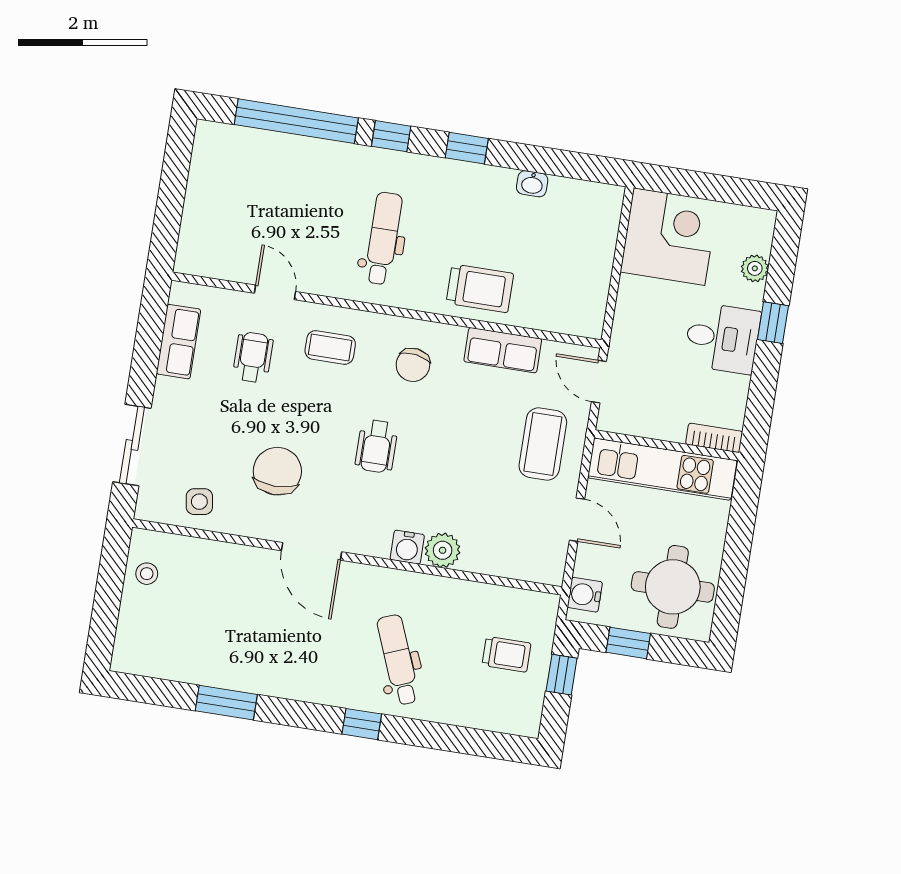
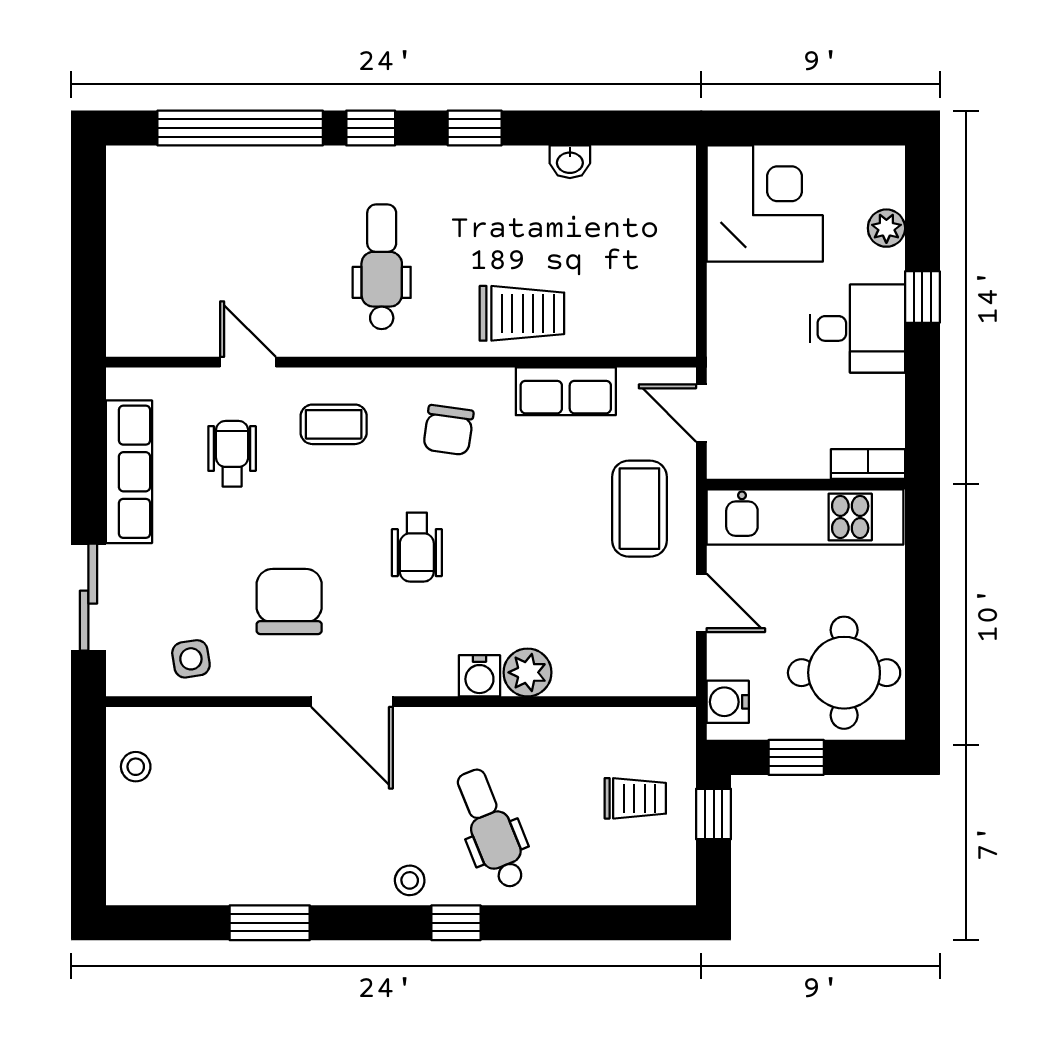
row of seats: (178, 342) -> (129, 472), width x1.48
stool: (333, 688) -> (410, 880), added

